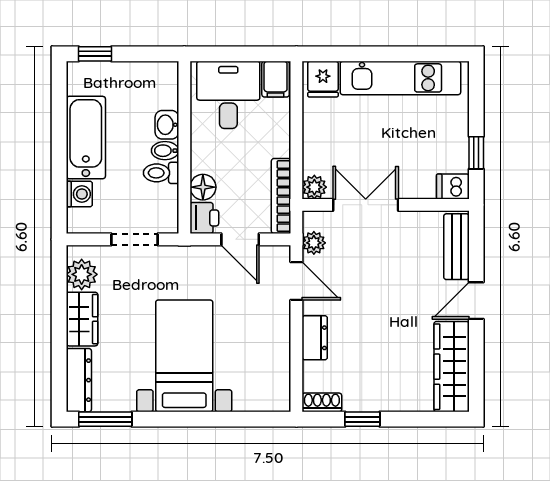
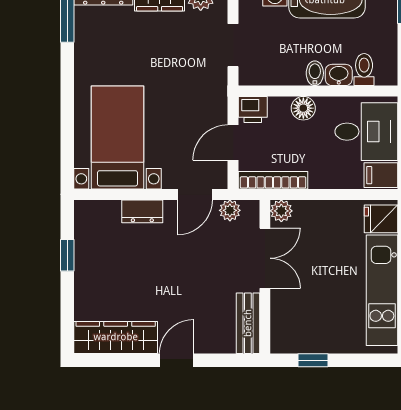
toilet: (161, 173) -> (364, 70), moved
dishwasher: (453, 186) -> (282, 339), removed
floor lamp: (203, 187) -> (303, 108), moved
bench: (457, 247) -> (248, 323), moved, turned 90
door: (476, 301) -> (177, 360), hinge flipped
bed with nightstands: (184, 356) -> (118, 137), moved, turned -90
shoe rack: (322, 402) -> (83, 218), removed

